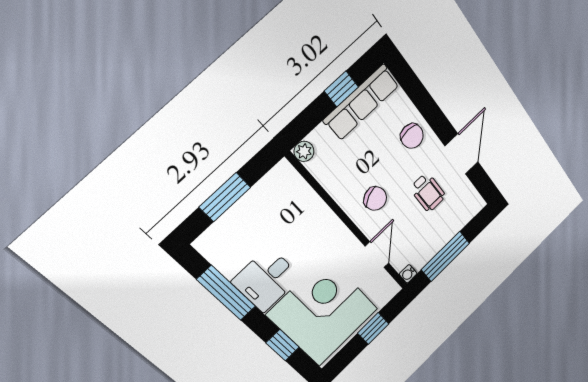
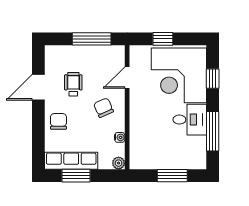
window: (341, 89) -> (76, 176), width x1.50
water cooler: (408, 274) -> (120, 137), moved

